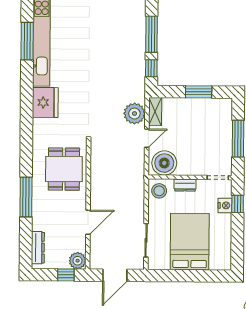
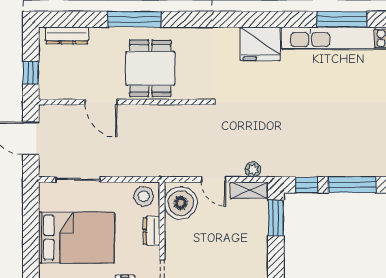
window: (199, 92) -> (276, 218), moved
plant: (134, 114) -> (253, 170), width x0.53, depth x0.53
dining table: (64, 169) -> (150, 68), moved, turned 90
plant: (78, 261) -> (50, 88), removed

